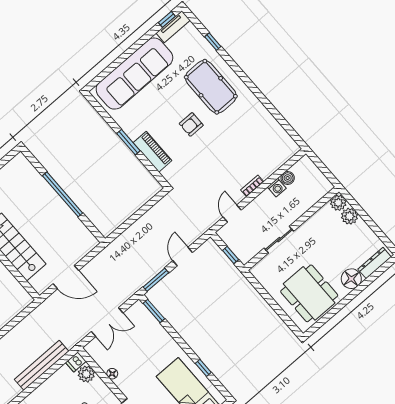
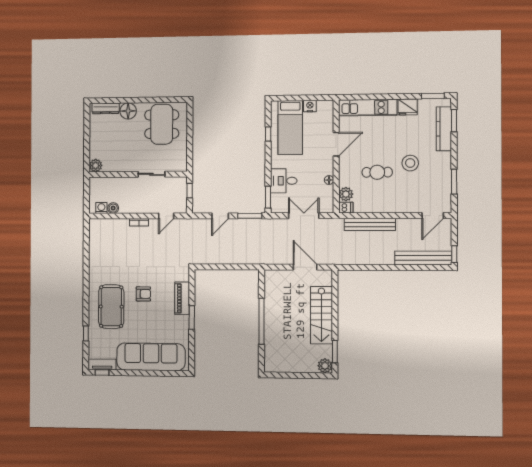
washing machine: (277, 188) -> (101, 208), moved
plant: (350, 216) -> (96, 151), removed
desk: (152, 338) -> (284, 181), added

